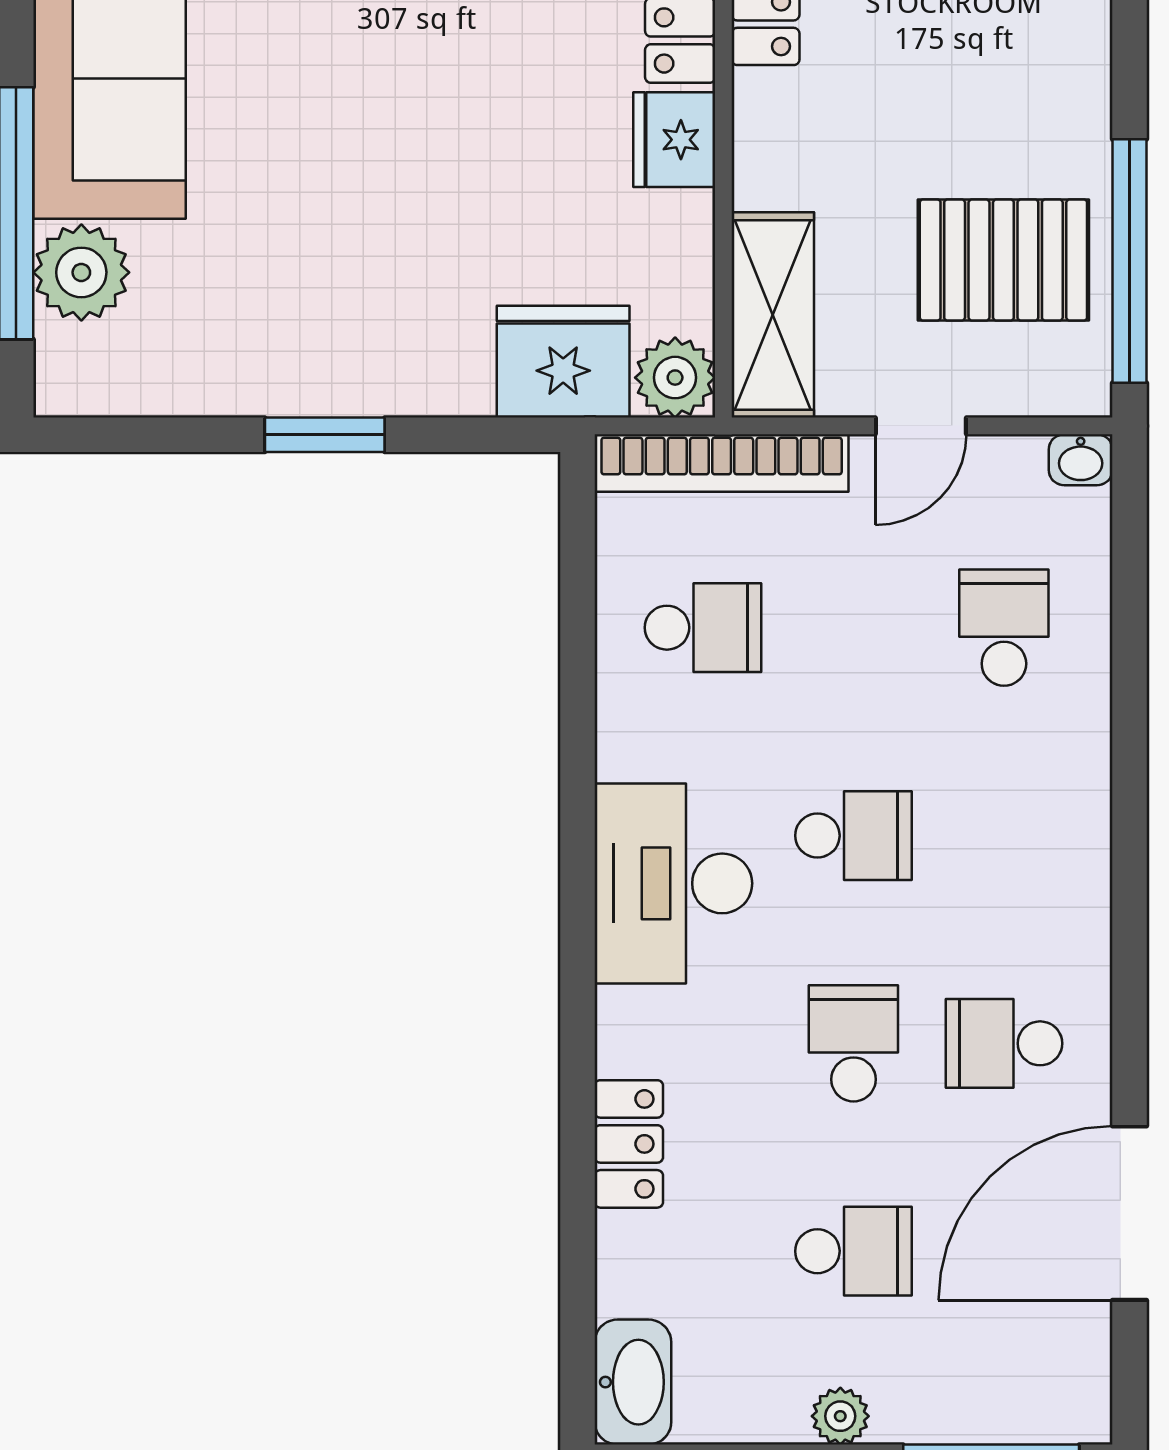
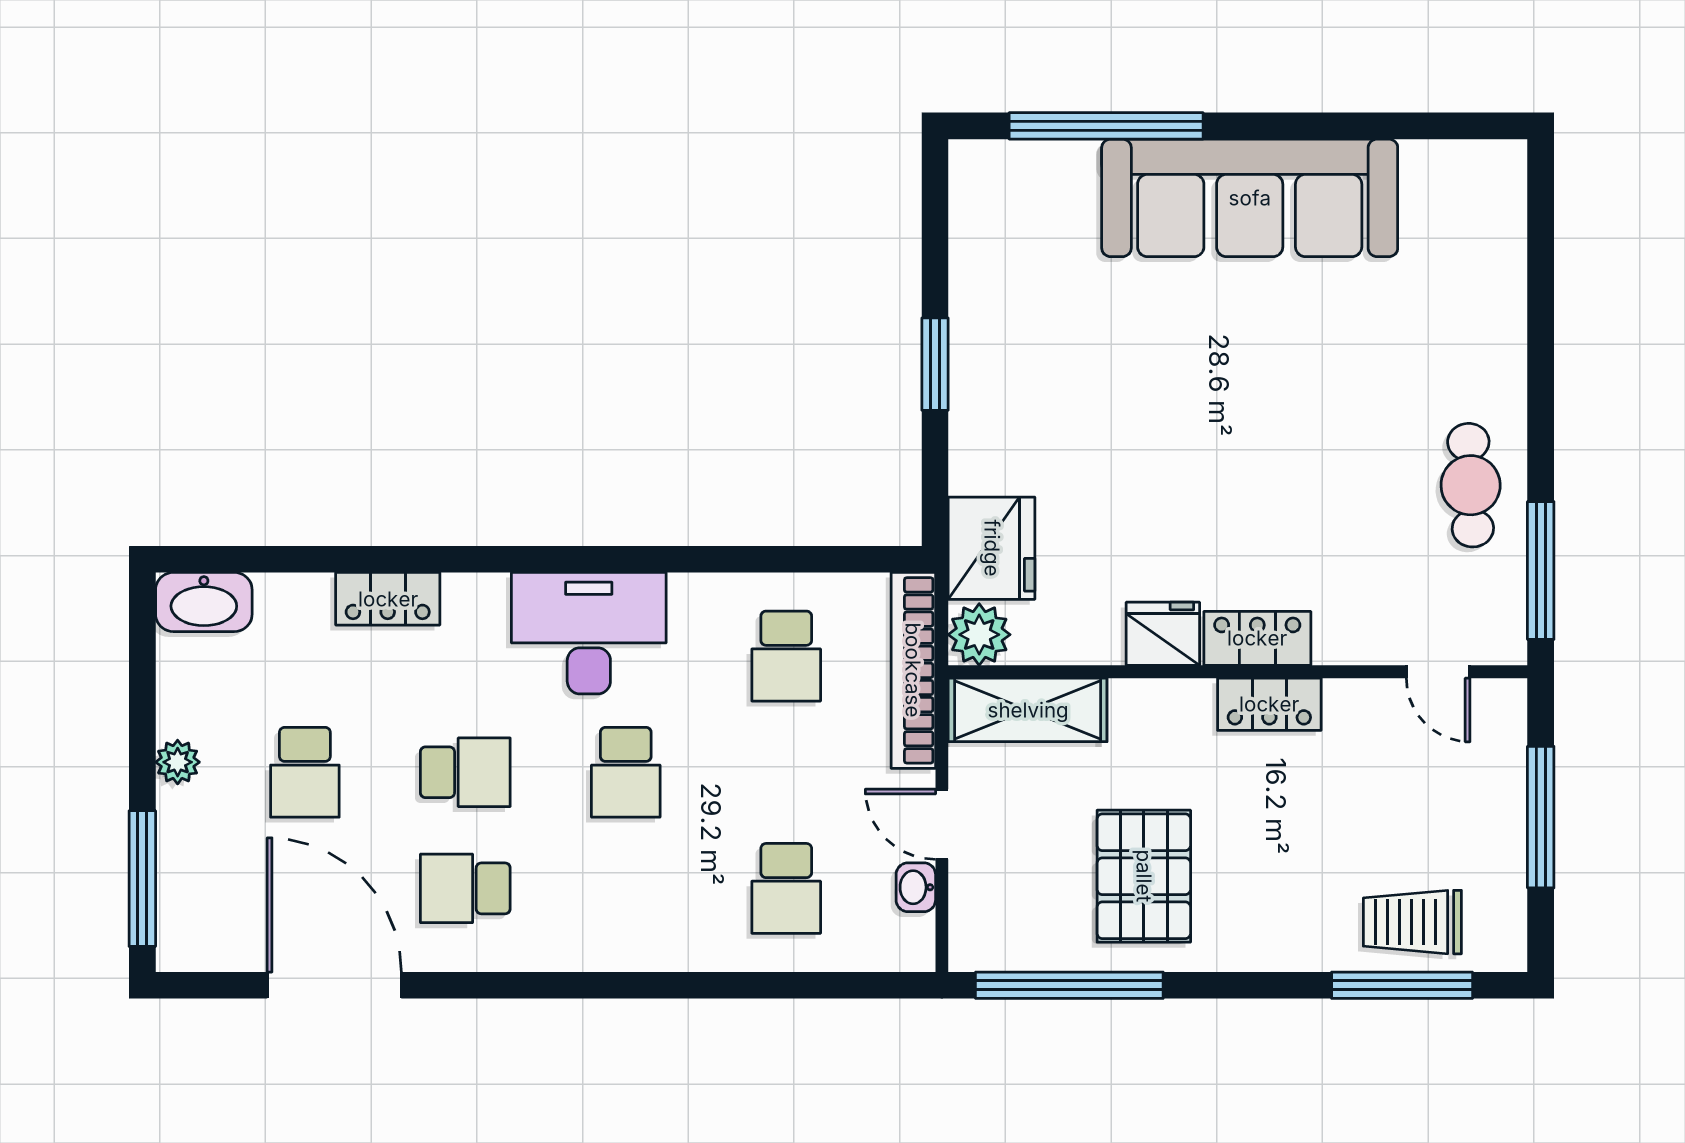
pallet: (1003, 260) -> (1144, 876), moved
plant: (81, 272) -> (1060, 176), removed
washbasin: (1081, 460) -> (916, 887), moved
school desk: (1004, 628) -> (786, 888), turned 90
school desk: (1004, 1043) -> (465, 888), turned -90

